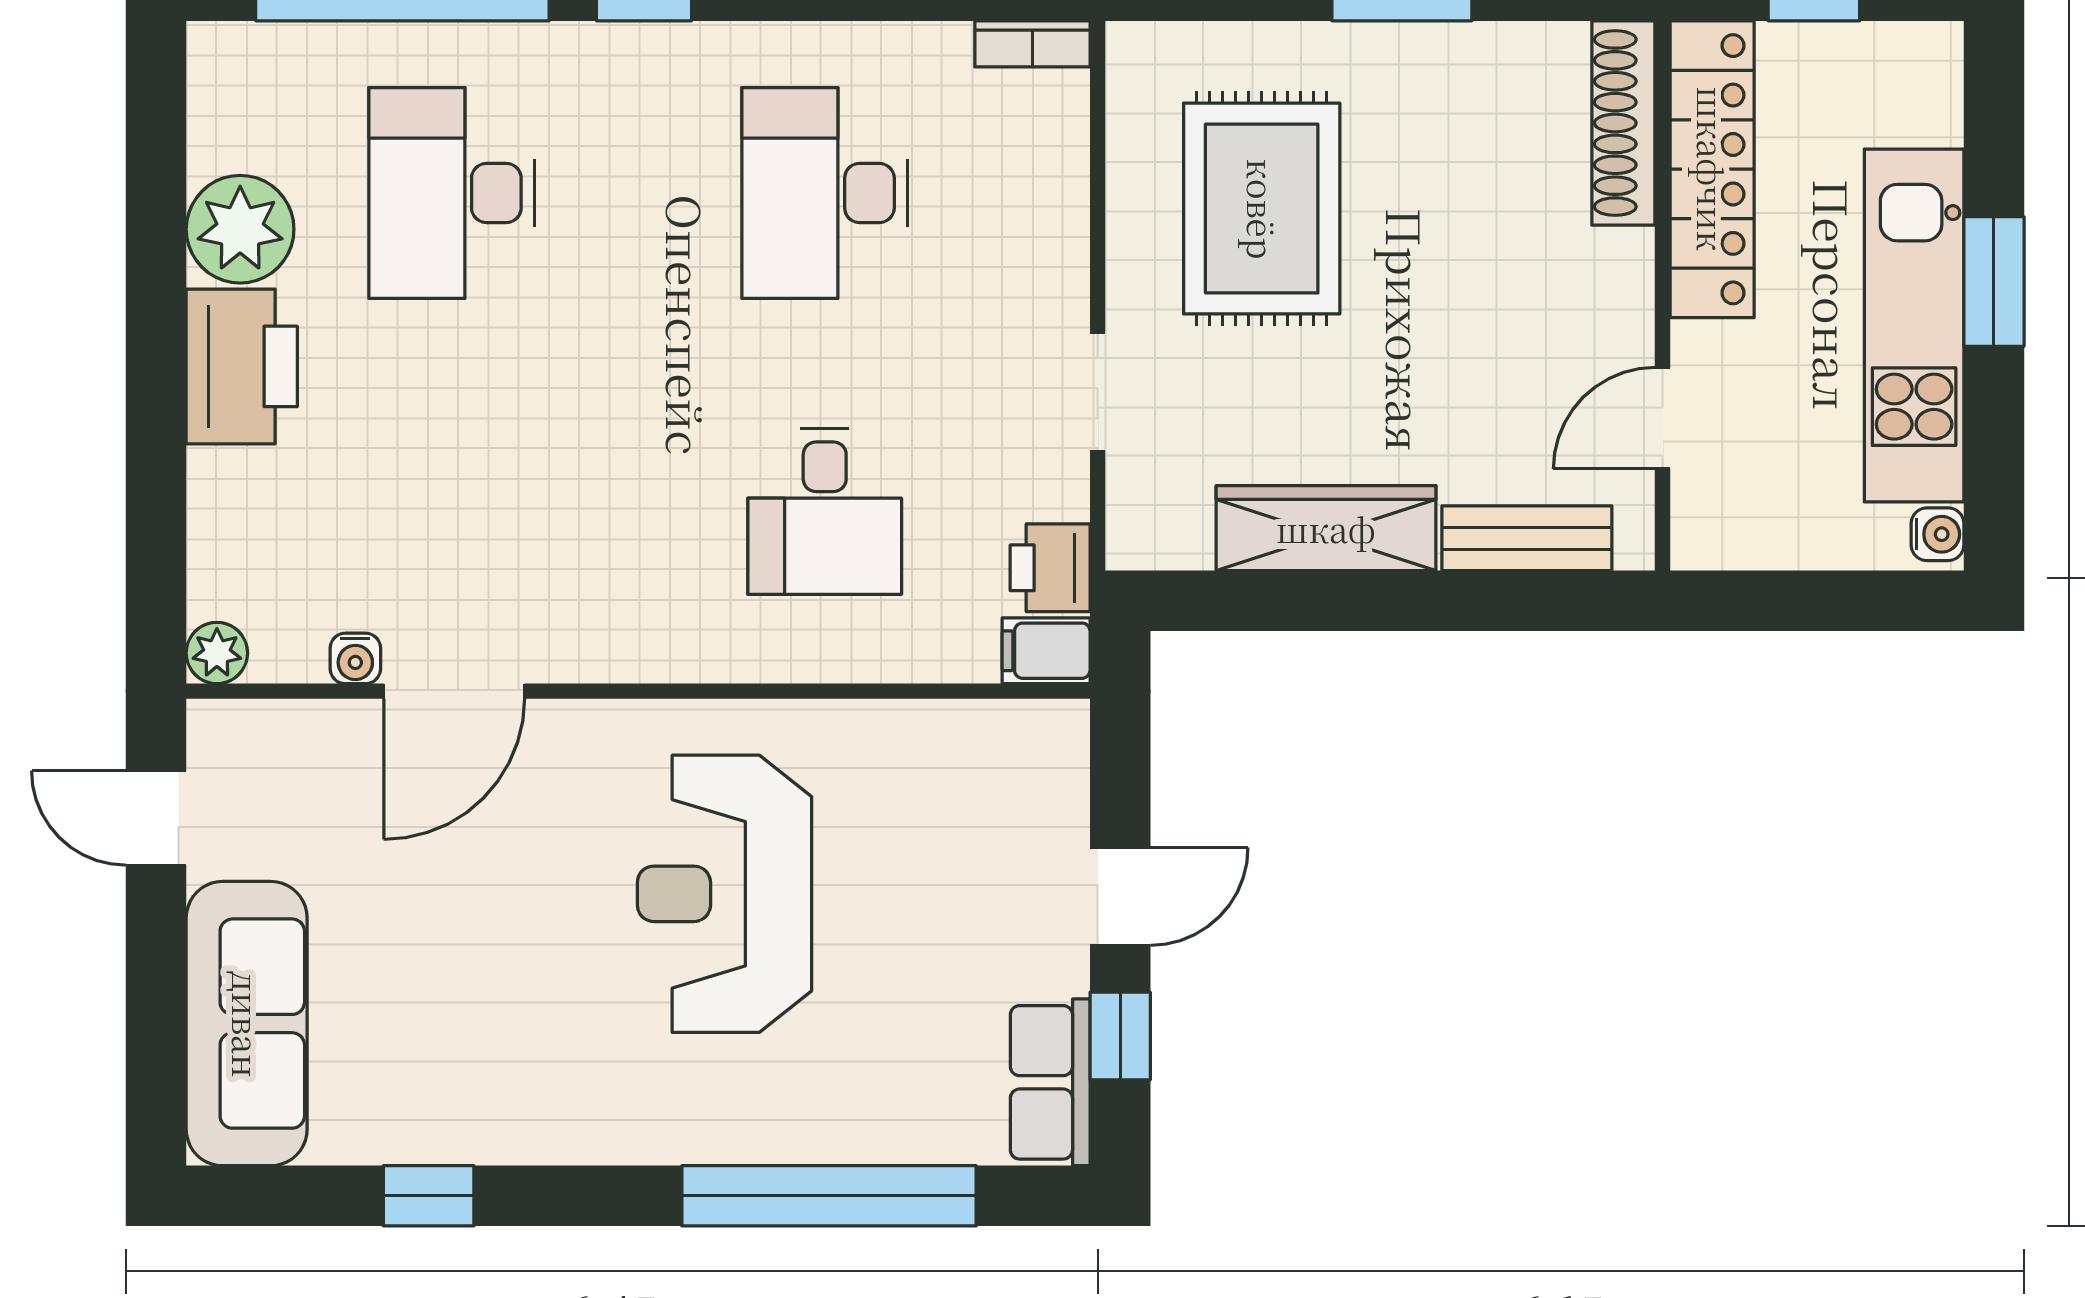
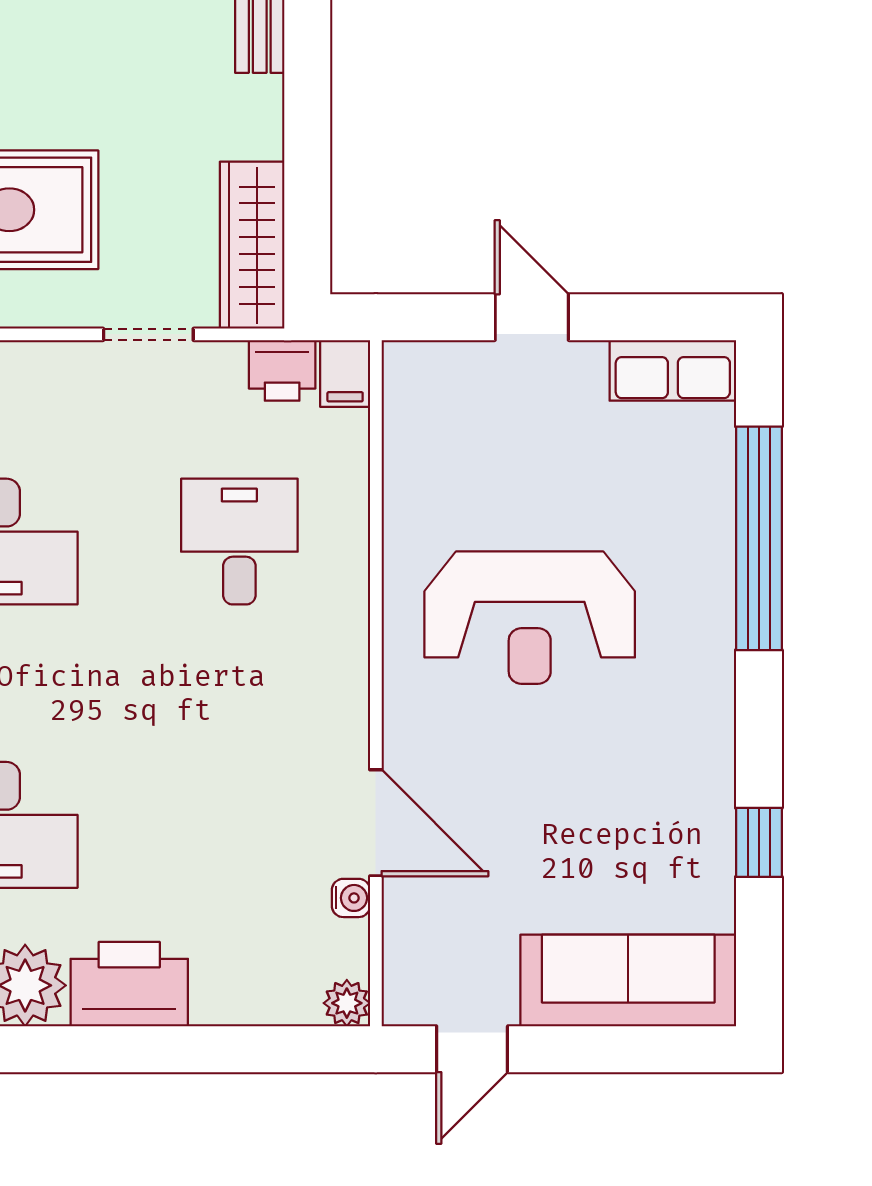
desk: (825, 511) -> (239, 542), turned -90
wardrobe: (1326, 528) -> (252, 245), moved
window: (1120, 1036) -> (638, 317), removed

